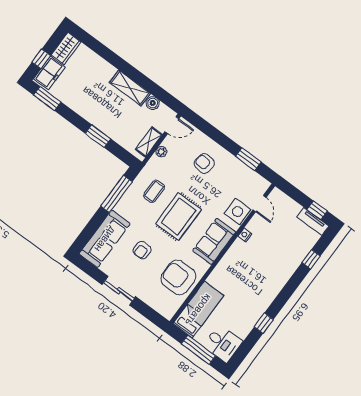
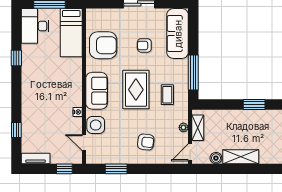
window: (98, 136) -> (254, 105), moved
window: (317, 210) -> (64, 169), moved
armchair: (142, 250) -> (144, 45), turned -90
desk: (223, 343) -> (35, 26), width x1.37

